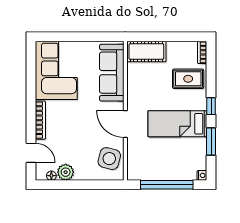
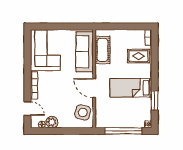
cot: (146, 52) -> (102, 50), moved, turned 90
window: (211, 106) -> (155, 75), removed

